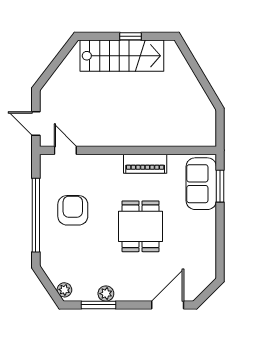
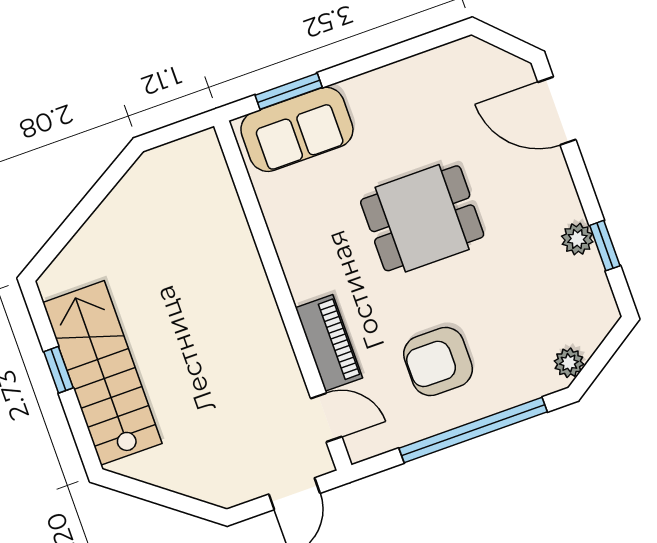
door: (65, 150) -> (326, 417), swing flipped
piano: (145, 164) -> (329, 343), moved
plant: (64, 290) -> (569, 363), moved
window: (98, 305) -> (605, 246), width x0.67

